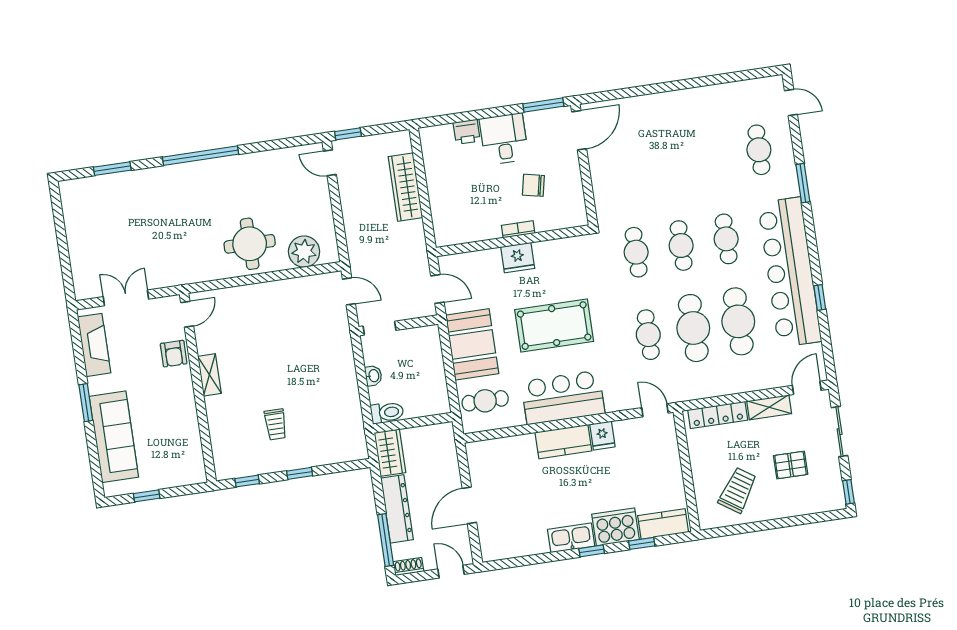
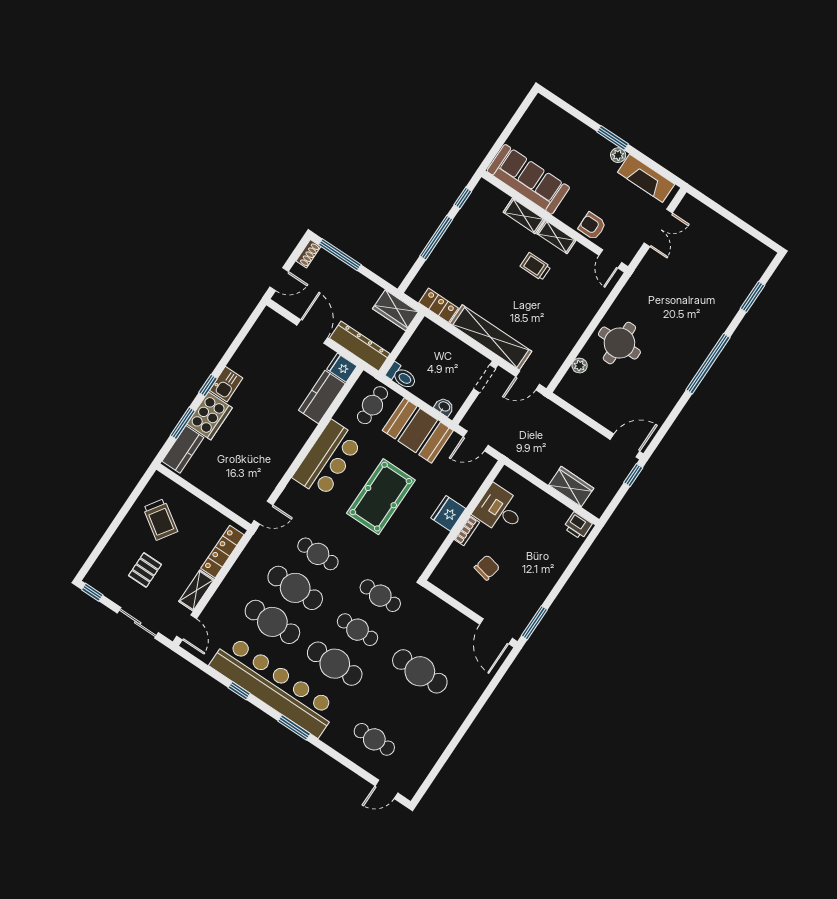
printer: (467, 132) -> (578, 526), moved, turned -90
desk: (504, 139) -> (500, 510), moved, turned 180
door: (330, 163) -> (625, 445), width x1.38
cafe table: (669, 163) -> (420, 671), added
window: (803, 183) -> (294, 727), moved
wardrobe: (405, 187) -> (571, 487), width x0.67
cafe table: (726, 239) -> (335, 664), width x1.37, depth x1.35
plant: (304, 252) -> (580, 366), width x0.53, depth x0.53
shelving: (341, 354) -> (491, 337), added
washbasin: (373, 376) -> (444, 407), moved, turned 180
plant: (96, 385) -> (618, 155), added
toilet: (387, 413) -> (402, 376), moved, turned -90
shelving: (216, 417) -> (524, 216), added
locker: (354, 421) -> (439, 305), added
trolley: (276, 424) -> (535, 267), moved
fridge: (602, 435) -> (342, 368), moved
sofa: (114, 437) -> (528, 179), moved, turned 180
kitchen counter: (563, 442) -> (322, 397), moved
window: (300, 473) -> (436, 238), width x2.17
window: (147, 496) -> (514, 122), removed
dresser: (397, 509) -> (360, 346), moved, turned 180
kitchen sink: (571, 538) -> (226, 384), width x0.73
window: (642, 543) -> (183, 423), width x1.50

